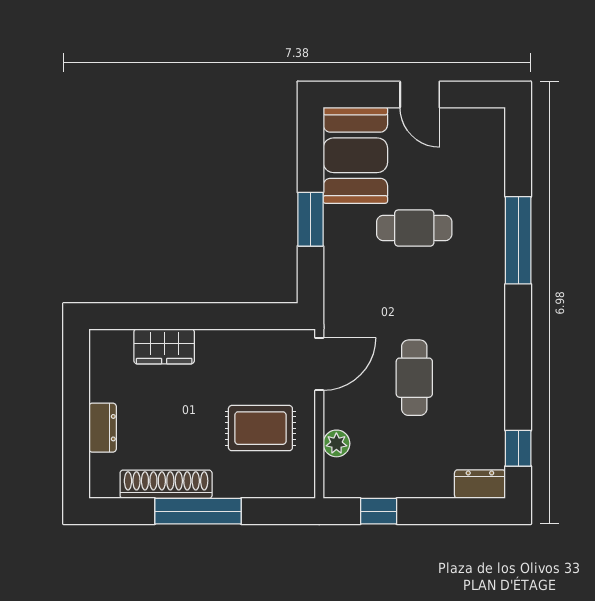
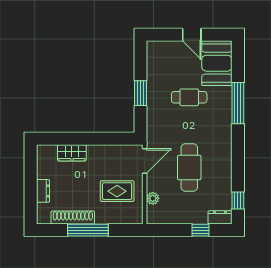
booth: (355, 155) -> (217, 63), moved
cafe table: (414, 378) -> (189, 167), width x1.37, depth x1.35
window: (379, 511) -> (200, 230), moved

